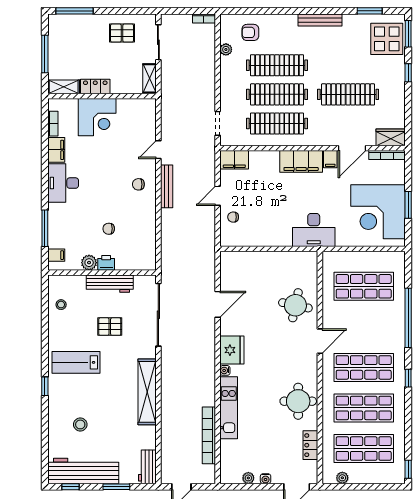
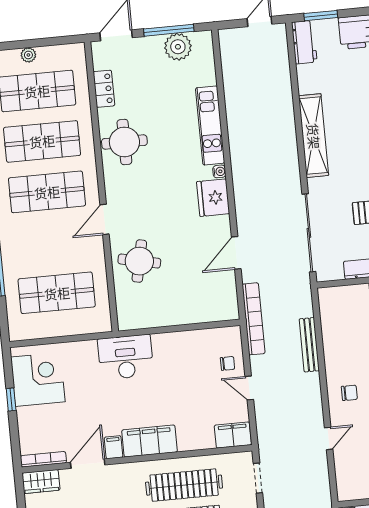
bench: (167, 186) -> (309, 345), moved
door: (218, 196) -> (249, 388), swing flipped
window: (408, 205) -> (11, 399), width x0.67
corner desk: (378, 212) -> (38, 379), width x0.74, depth x0.74
bookcase: (209, 435) -> (254, 319), moved
plant: (248, 478) -> (178, 47), width x1.88, depth x1.88
plant: (342, 478) -> (28, 55), moved
water cooler: (266, 479) -> (156, 42), removed
window: (116, 487) -> (321, 16), moved
window: (254, 487) -> (169, 30), added

